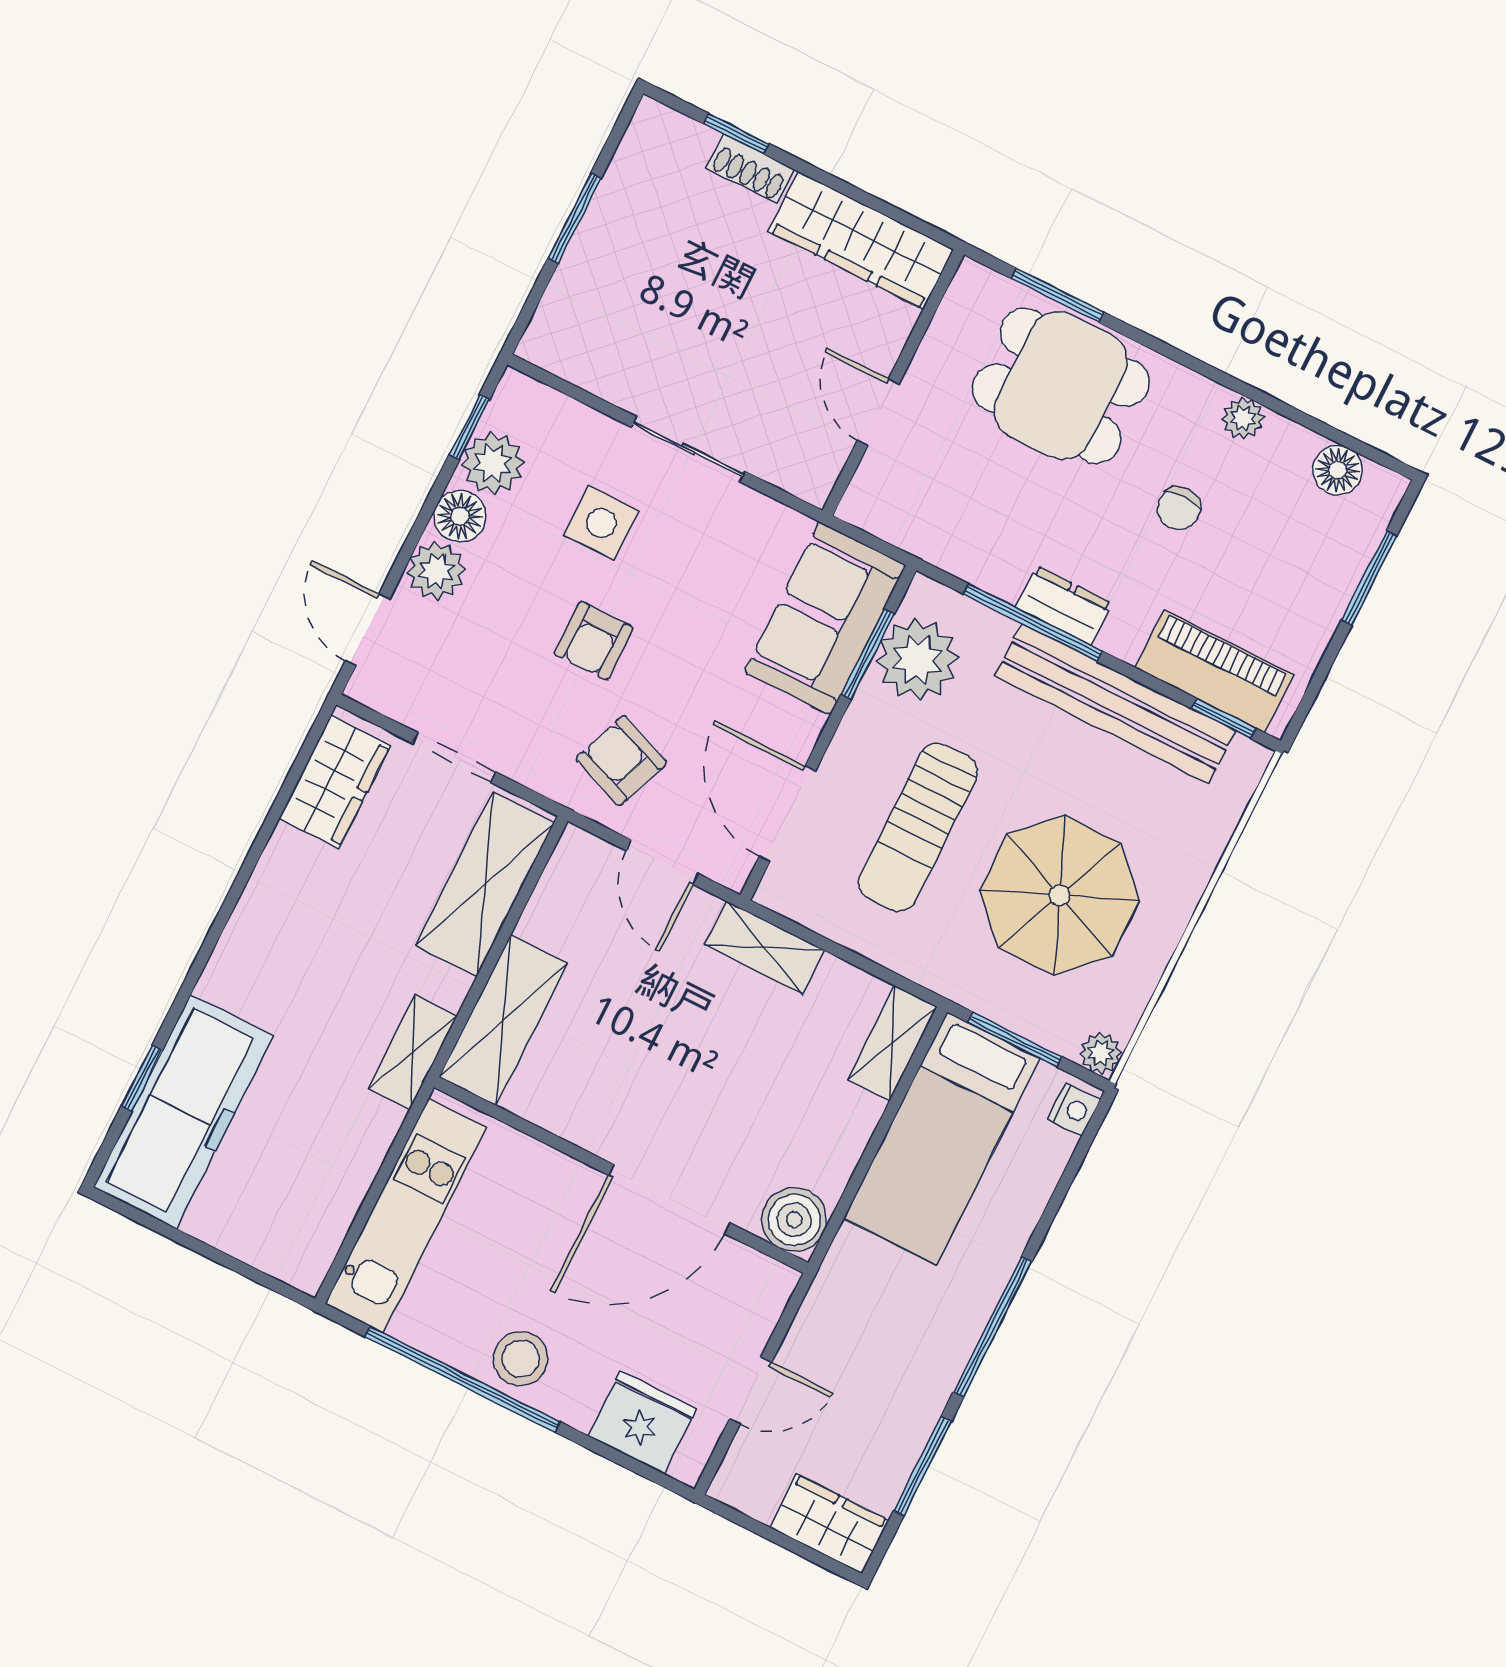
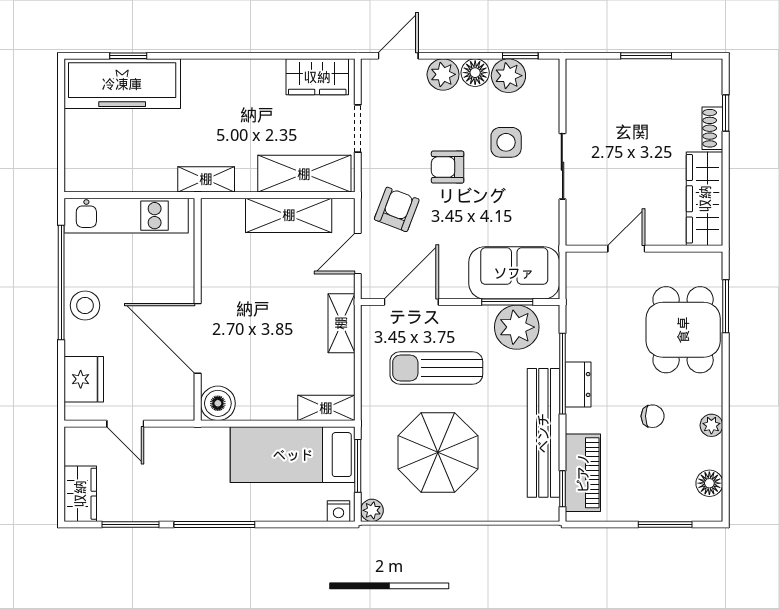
chair: (1179, 508) -> (653, 416), turned 180
shelving: (503, 1020) -> (289, 215), moved

